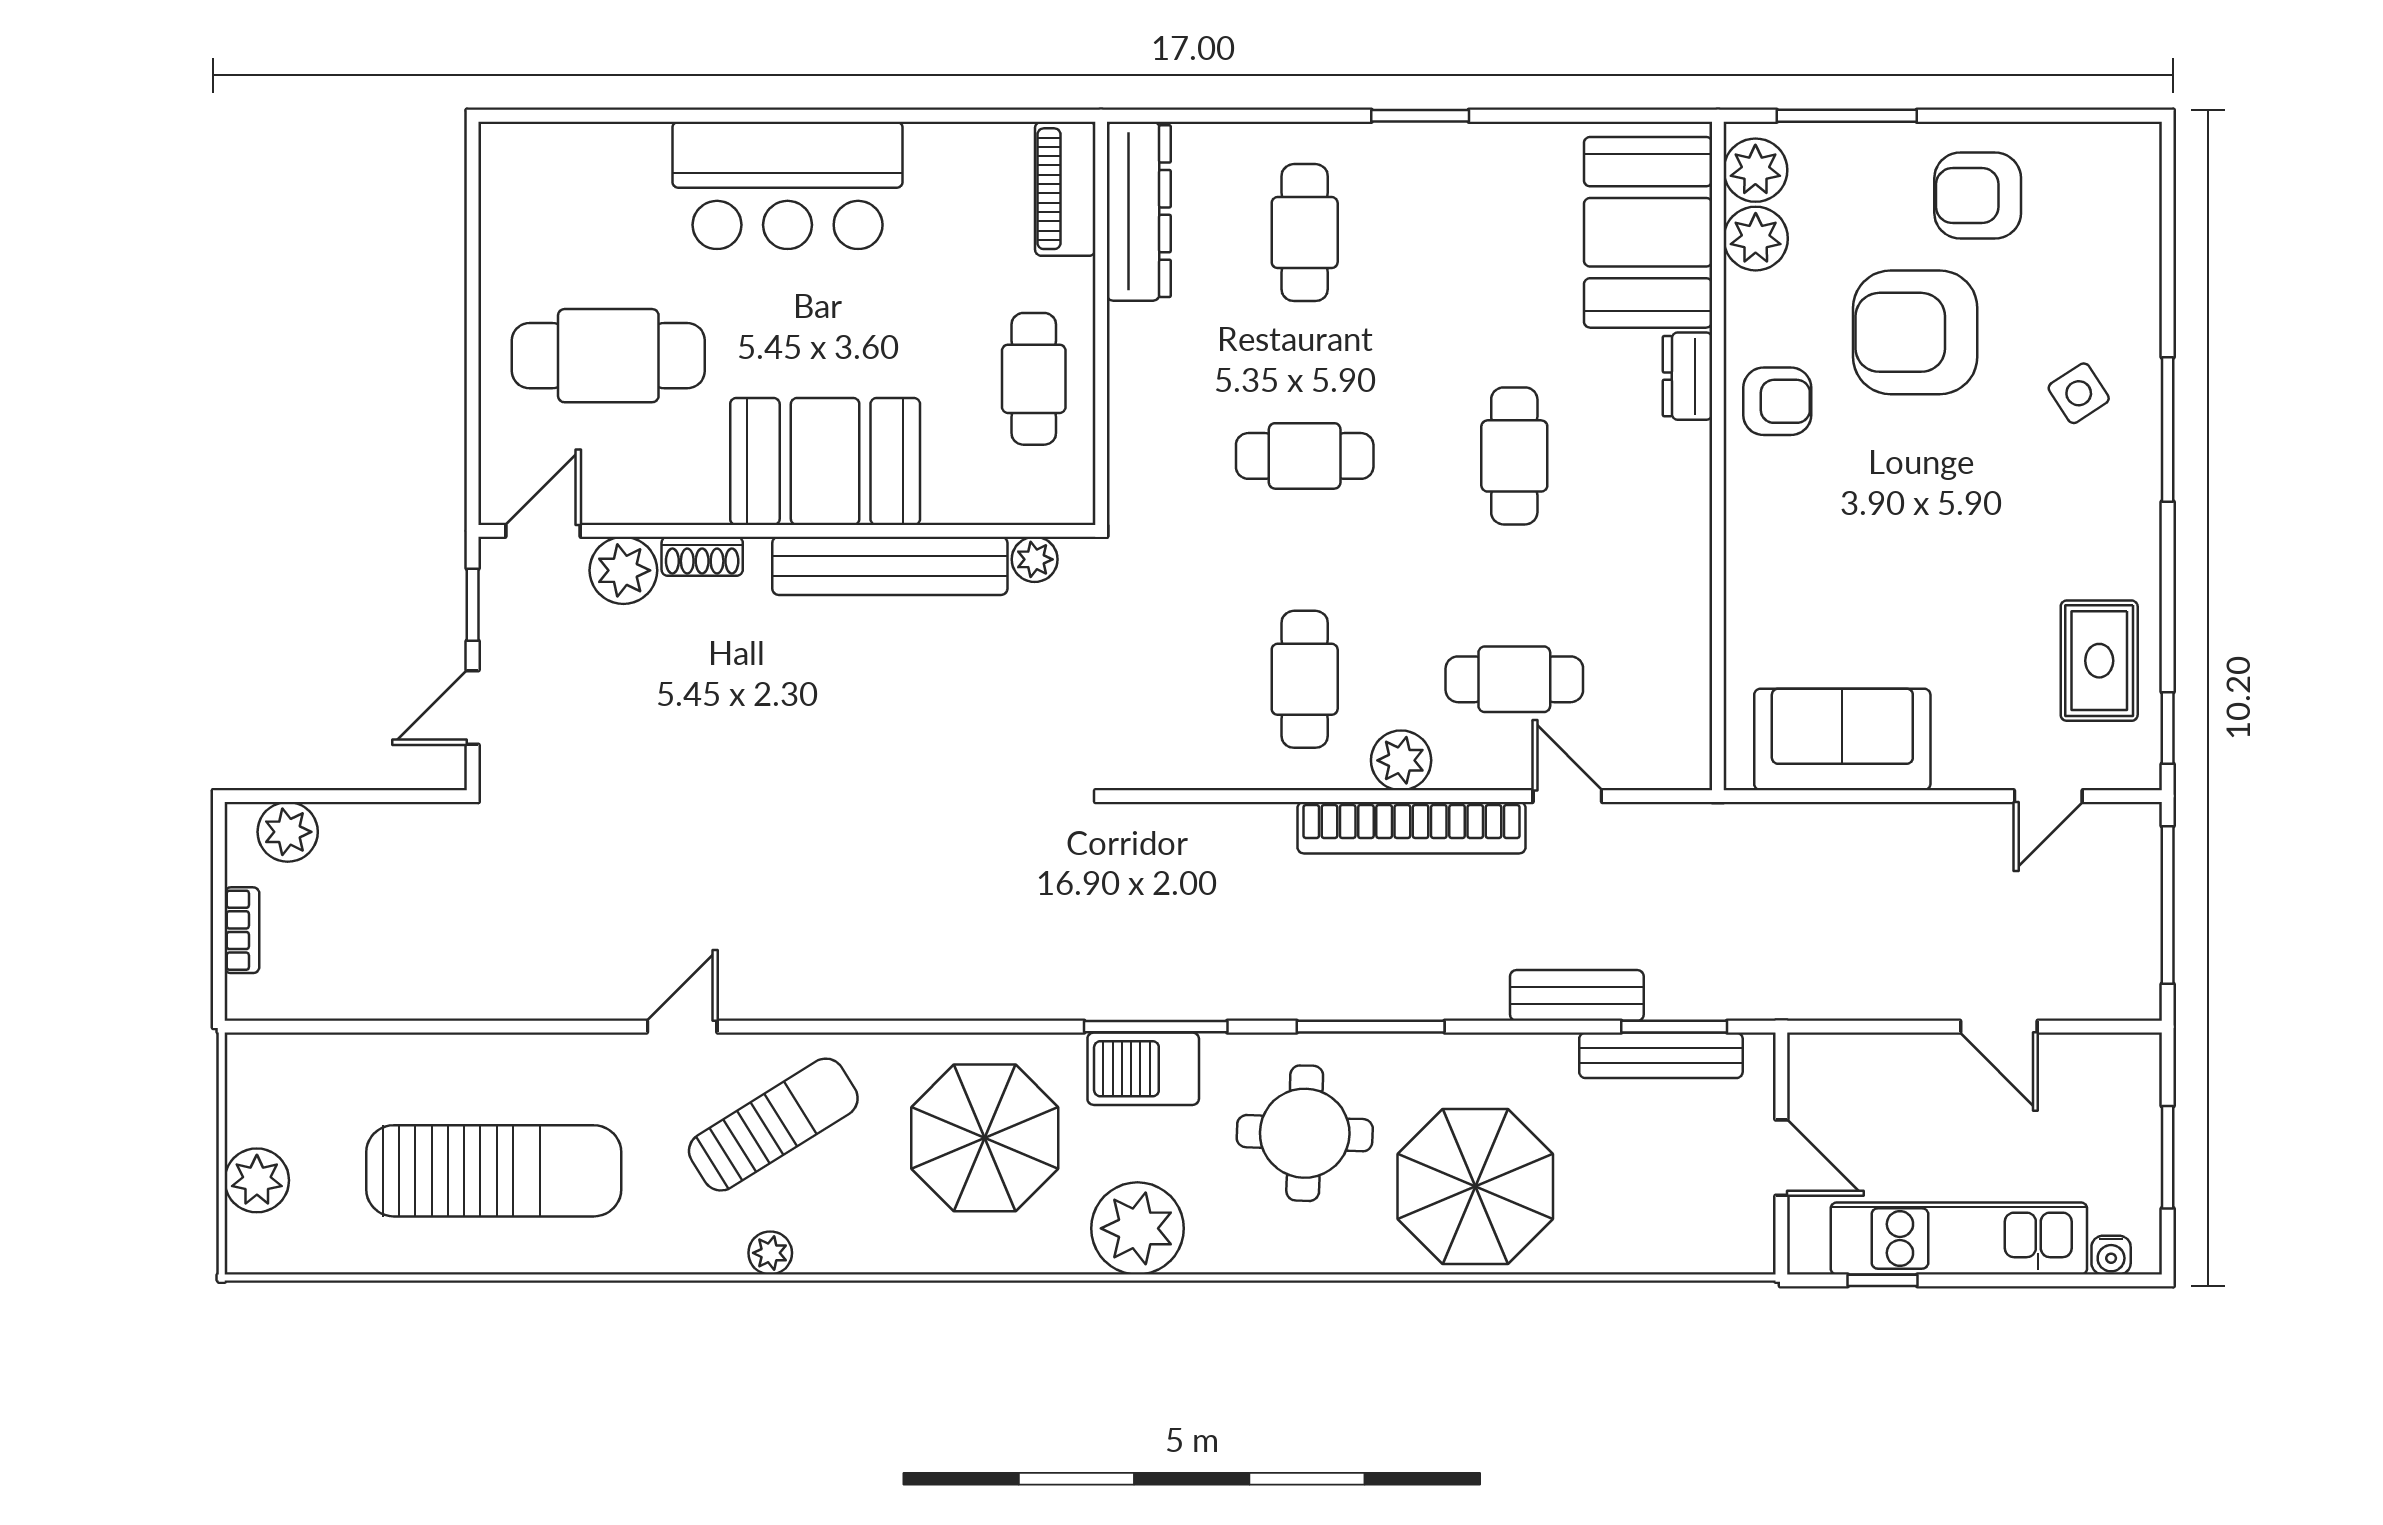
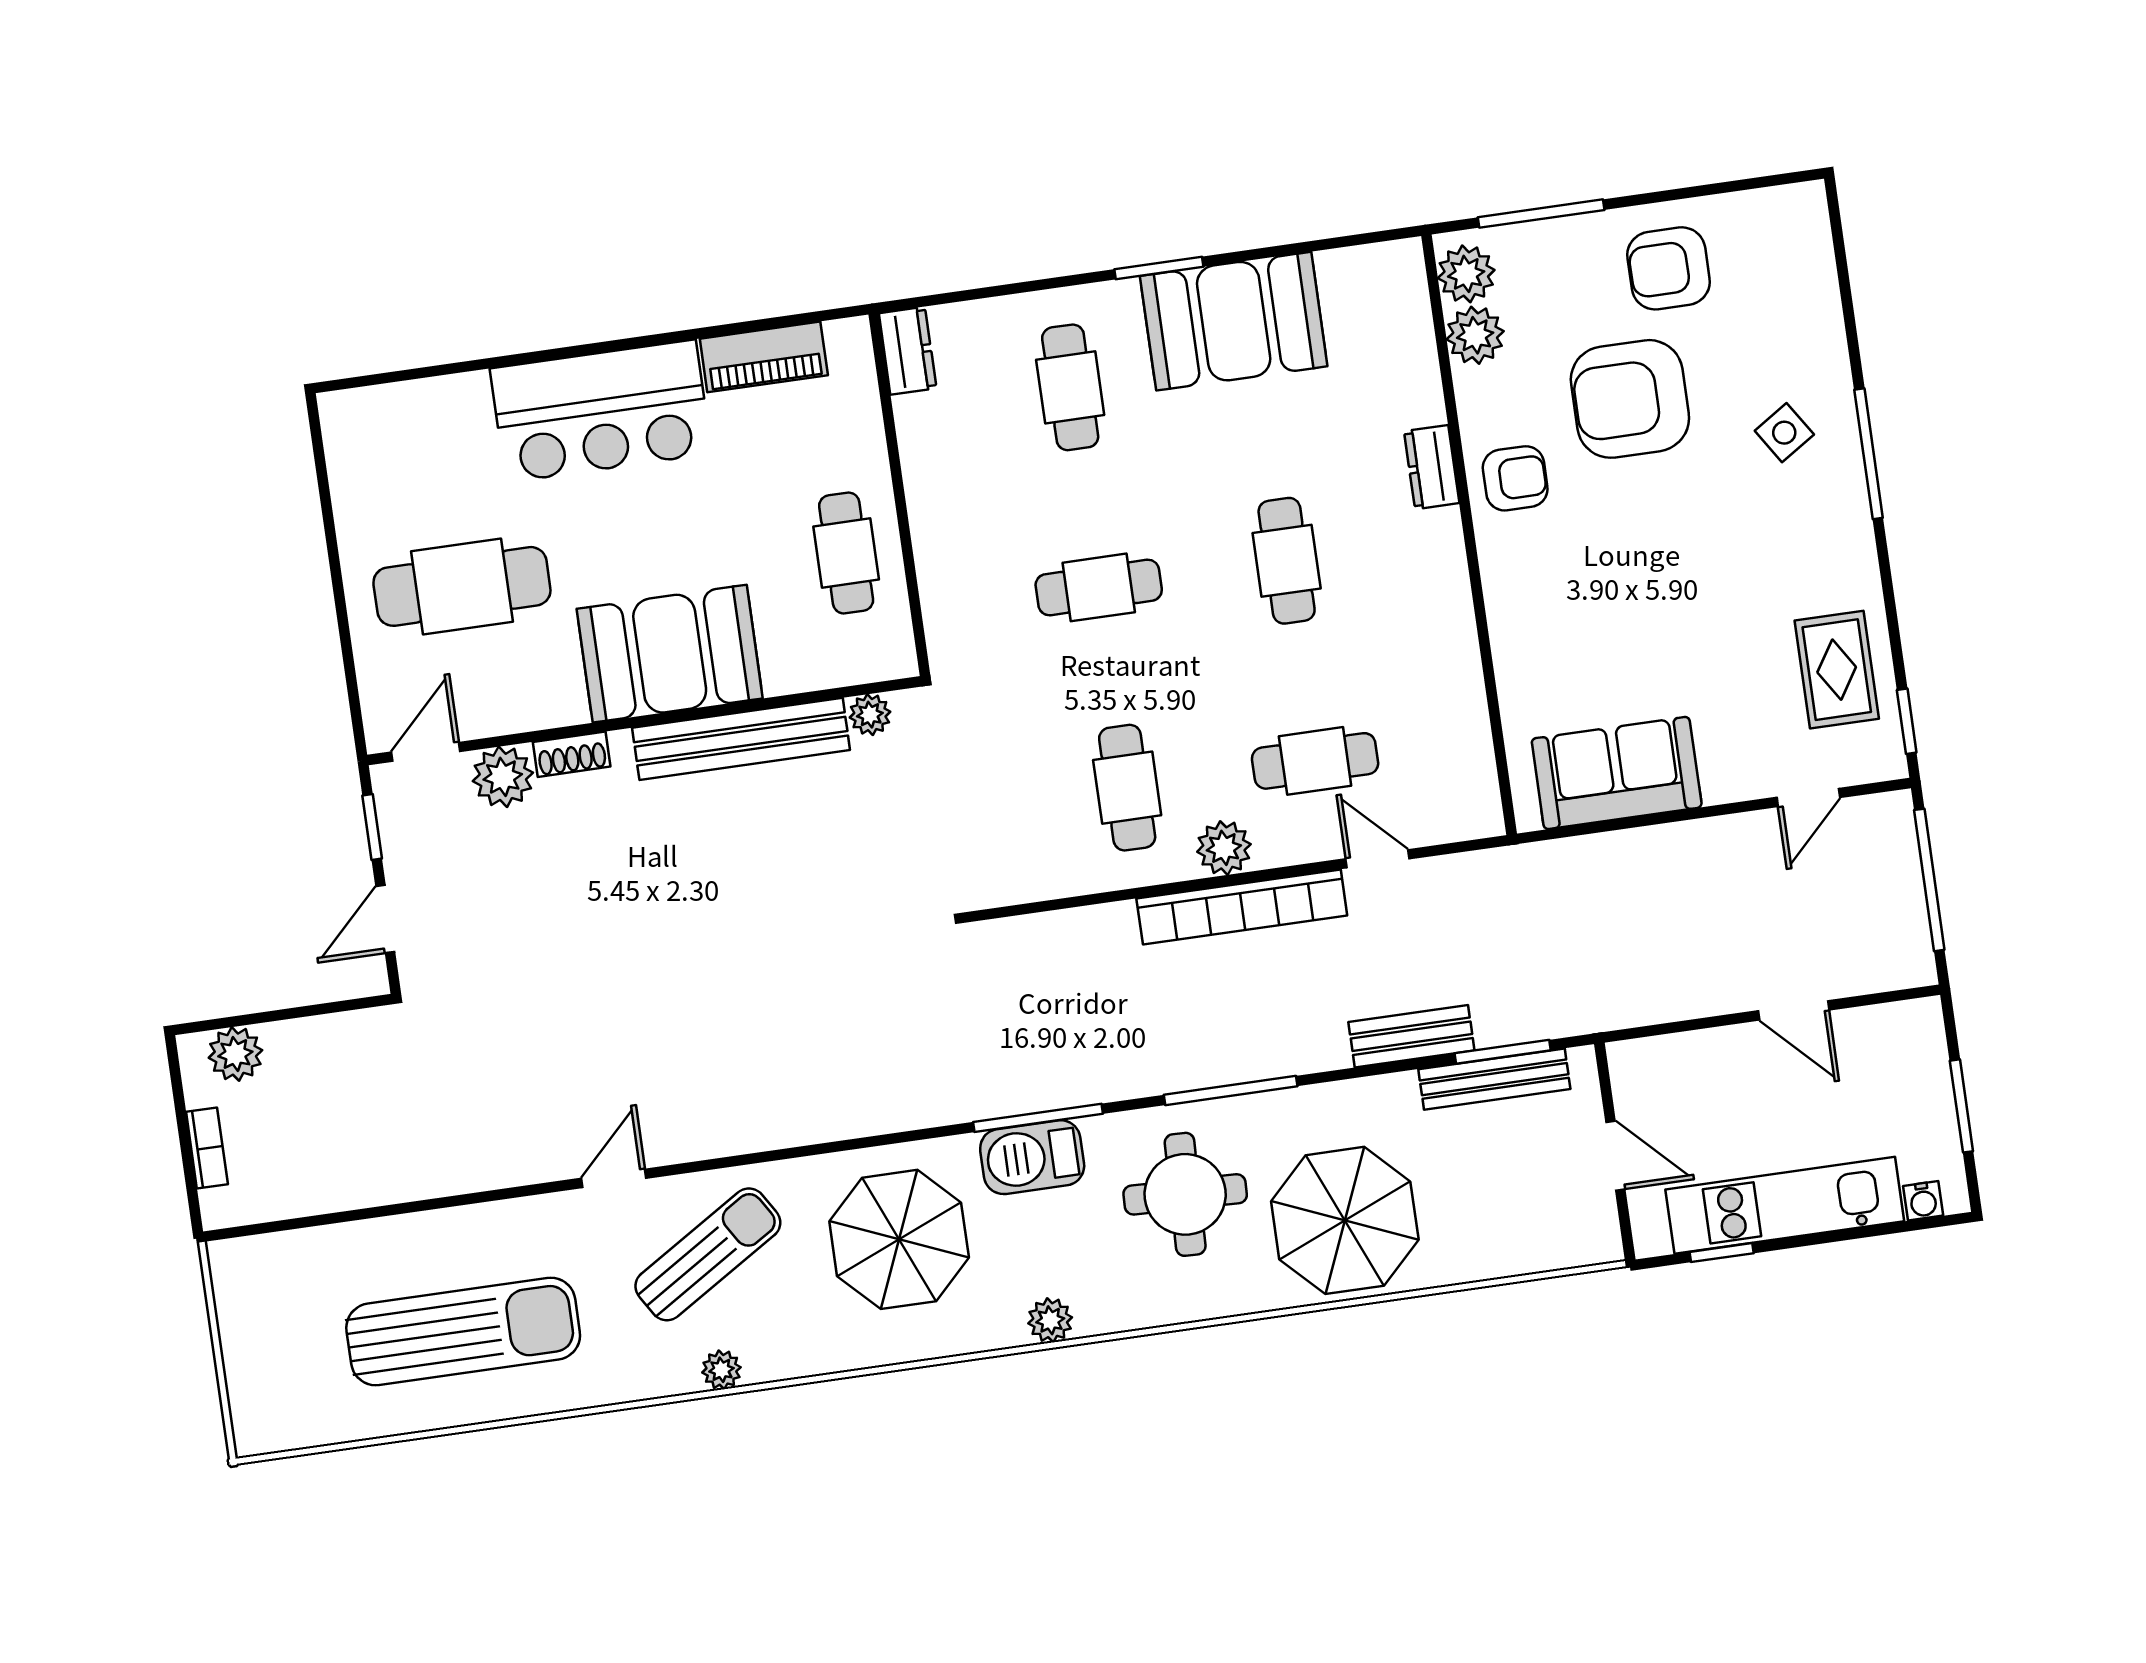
piano: (1065, 189) -> (764, 357), moved, turned -90
dresser: (1139, 211) -> (908, 351), width x0.51, depth x0.80
booth: (1648, 232) -> (1234, 321), moved, turned 90
plant: (257, 1180) -> (252, 1370), removed
plant: (1137, 1228) -> (1050, 1320), width x0.53, depth x0.53

